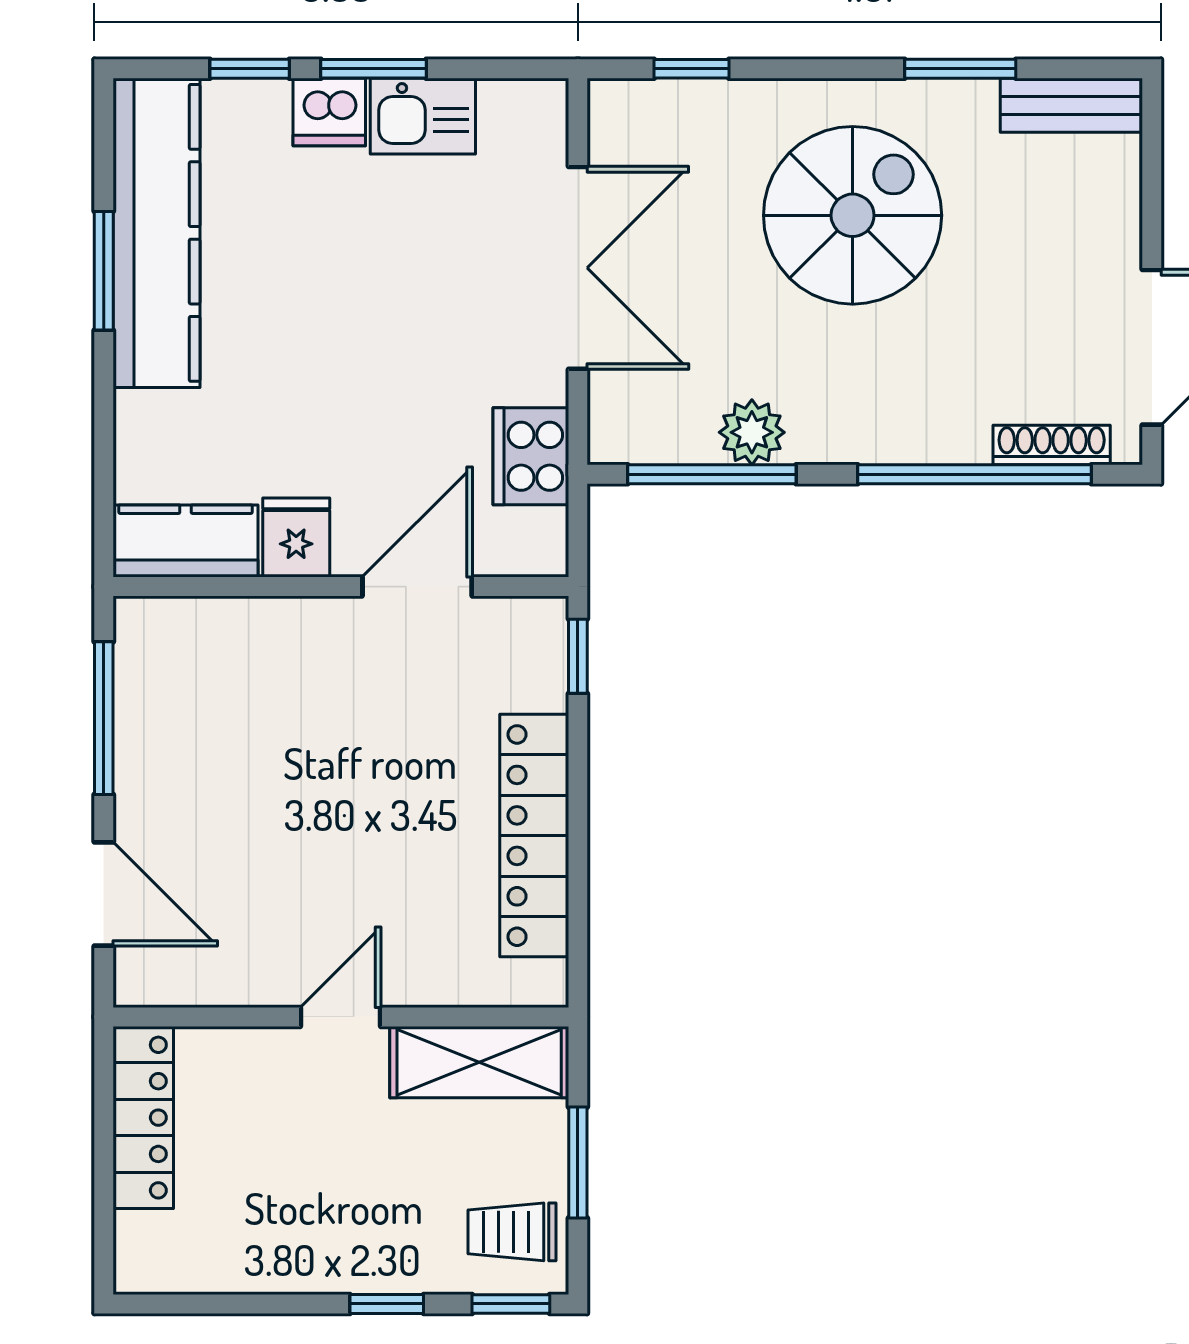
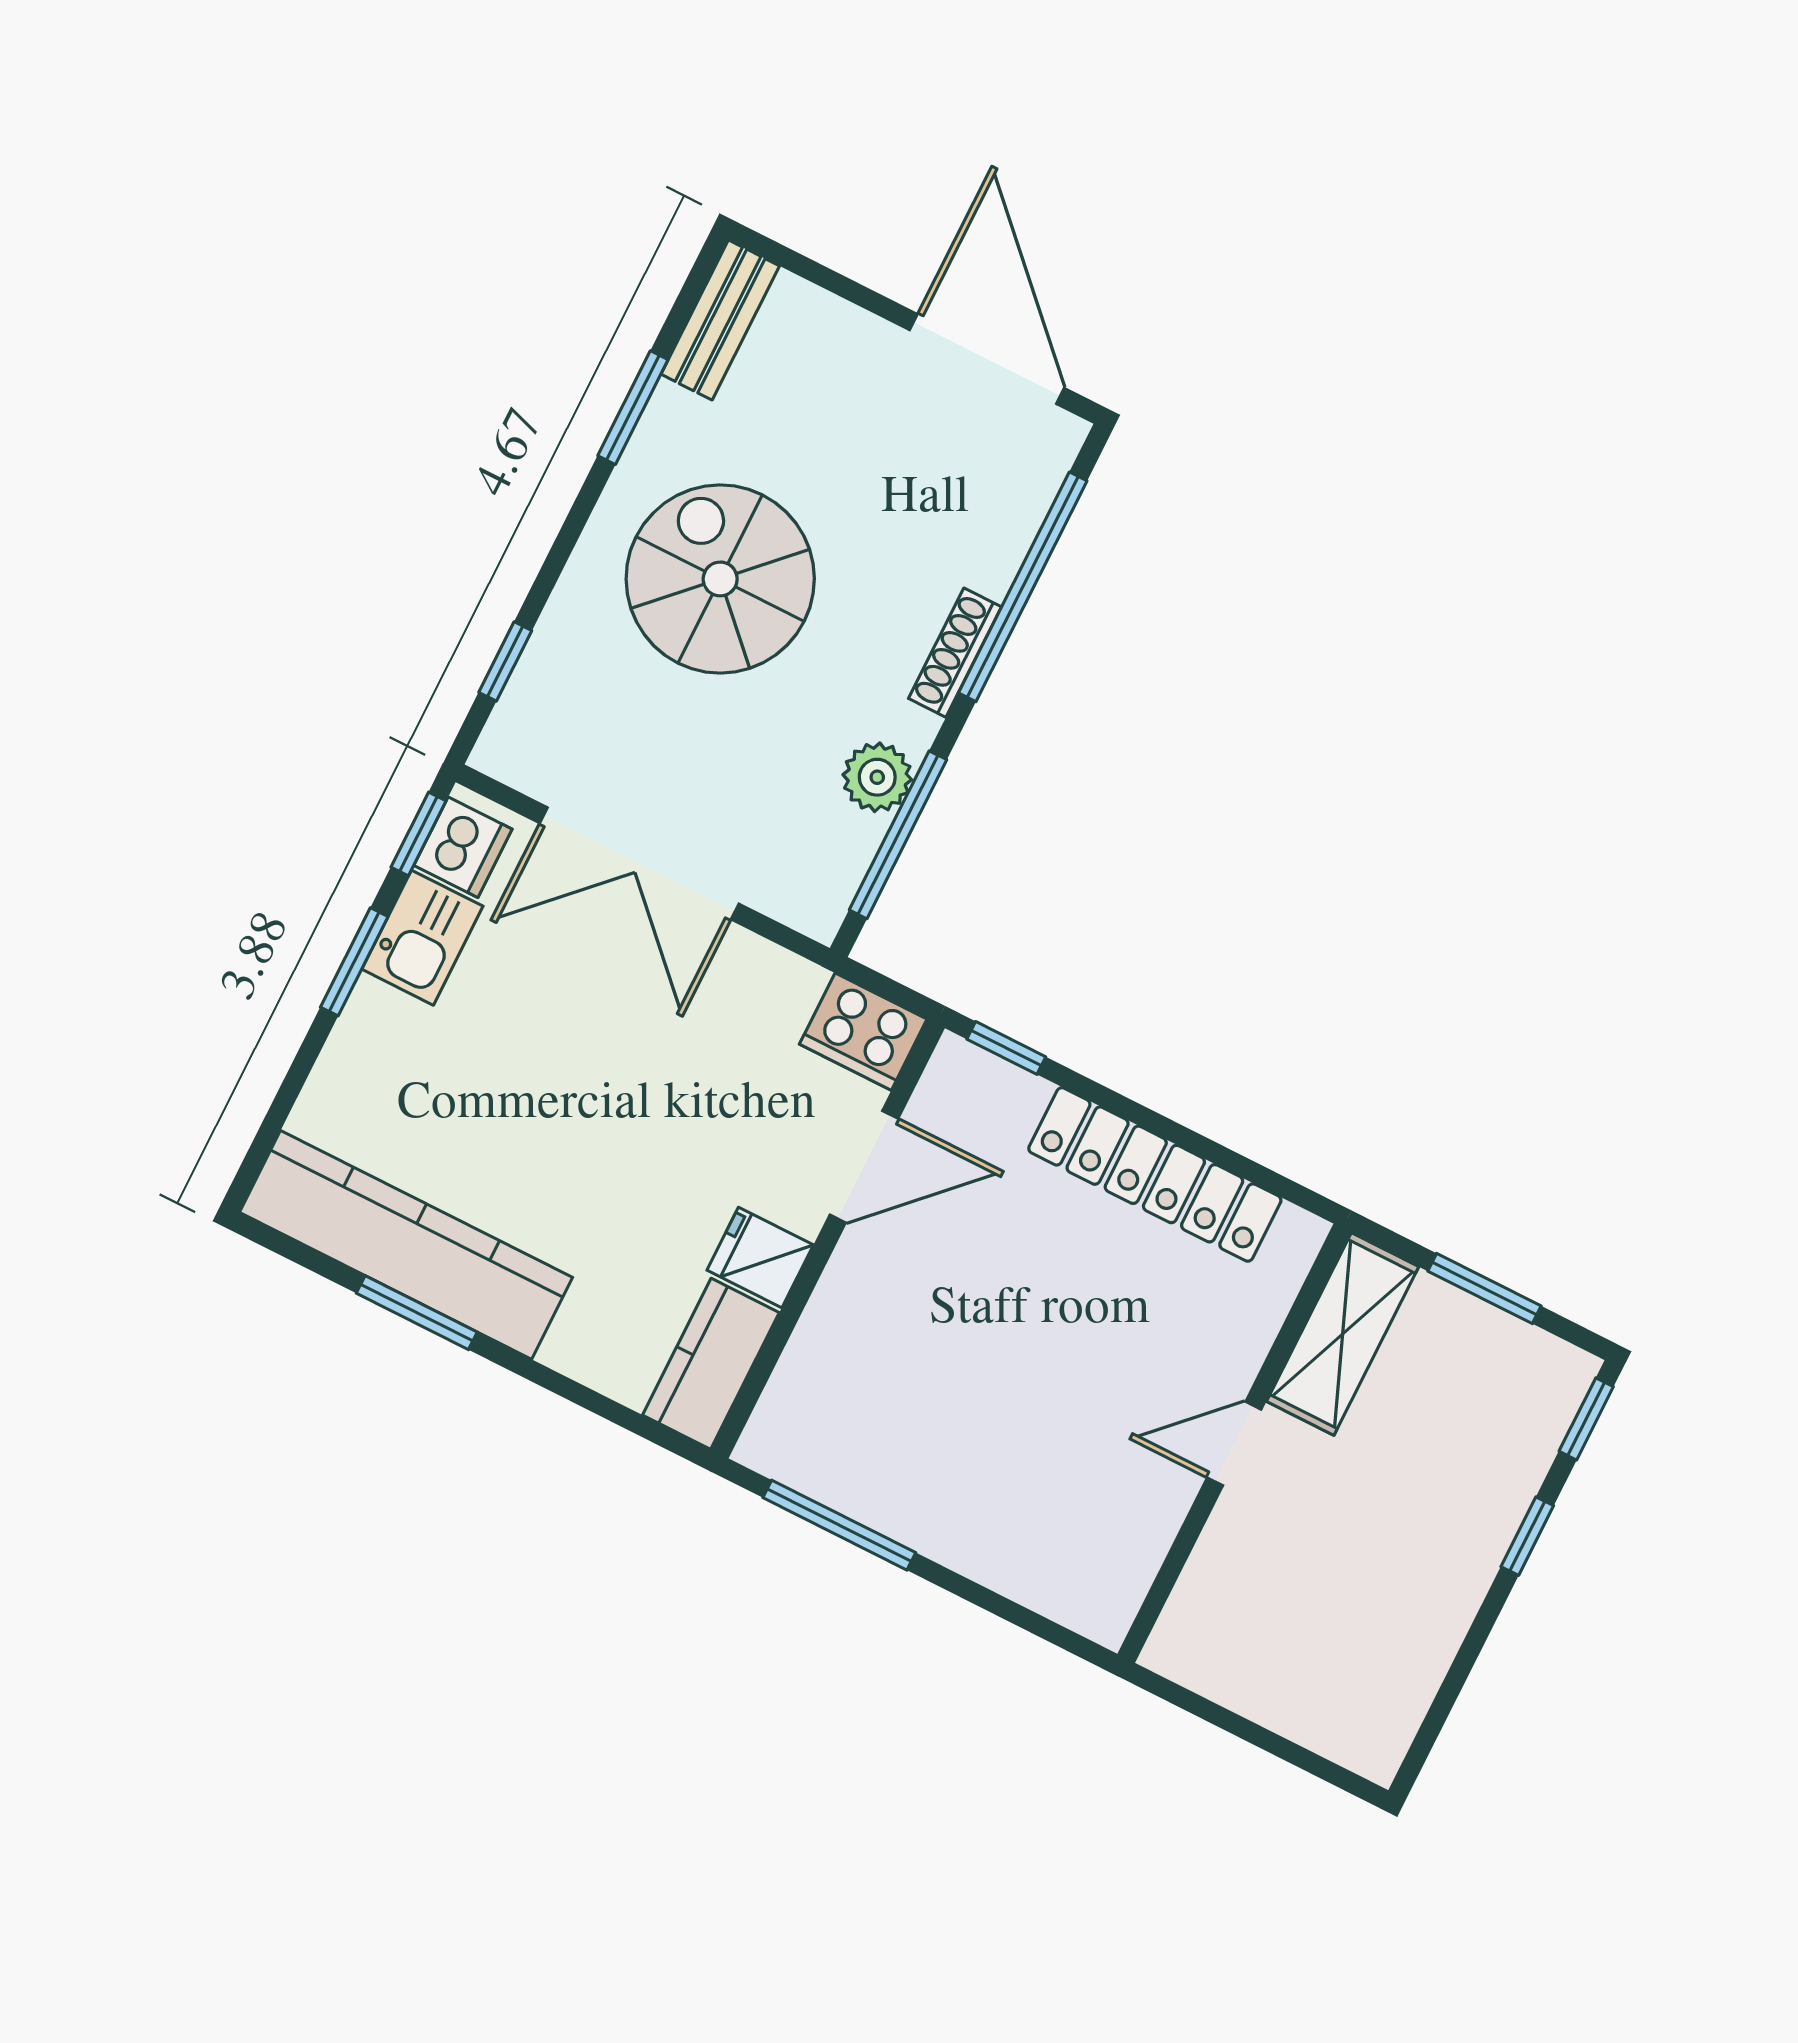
window: (250, 69) -> (418, 834), moved
dishwasher: (329, 112) -> (463, 847), moved
double door: (578, 268) -> (639, 863), swing flipped
shoe rack: (1052, 445) -> (955, 653), moved
cooker: (531, 456) -> (863, 1032), moved
door: (417, 587) -> (864, 1167), swing flipped
door: (104, 894) -> (1005, 1609), removed
door: (340, 1017) -> (1234, 1444), hinge flipped
locker: (143, 1118) -> (1235, 1678), removed
trolley: (512, 1232) -> (1519, 1384), removed

